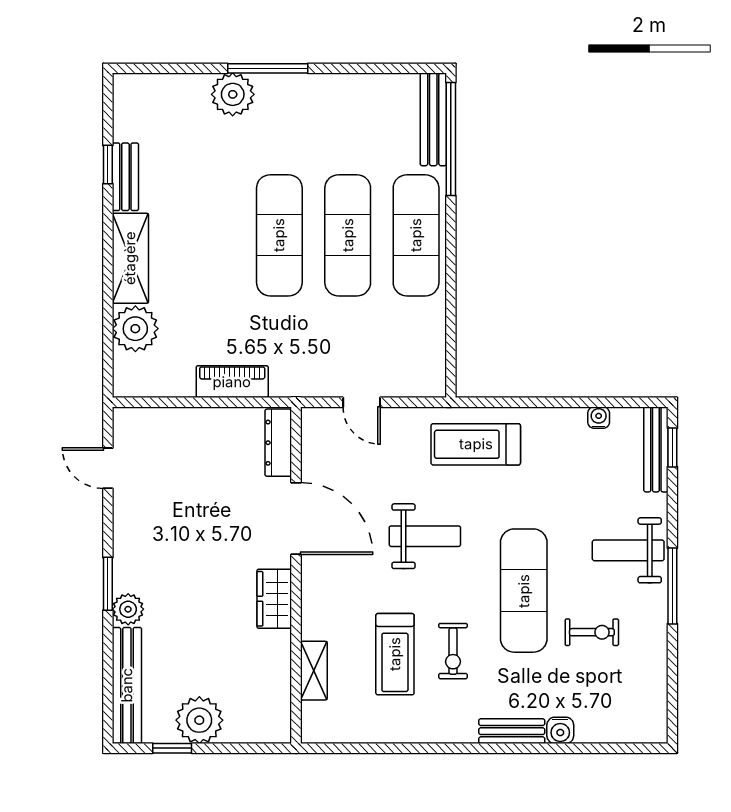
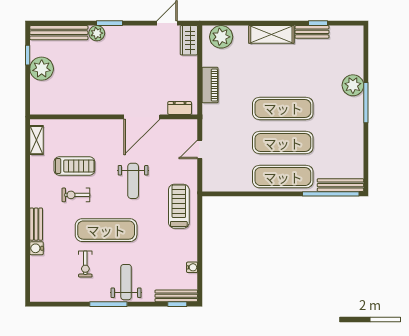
plant: (135, 329) -> (221, 37), moved
dresser: (278, 443) -> (180, 108), width x0.70
wardrobe: (274, 599) -> (189, 40), moved, turned -90
treadmill: (395, 654) -> (74, 166), turned 180
shelving: (314, 671) -> (36, 140), moved, turned 90

